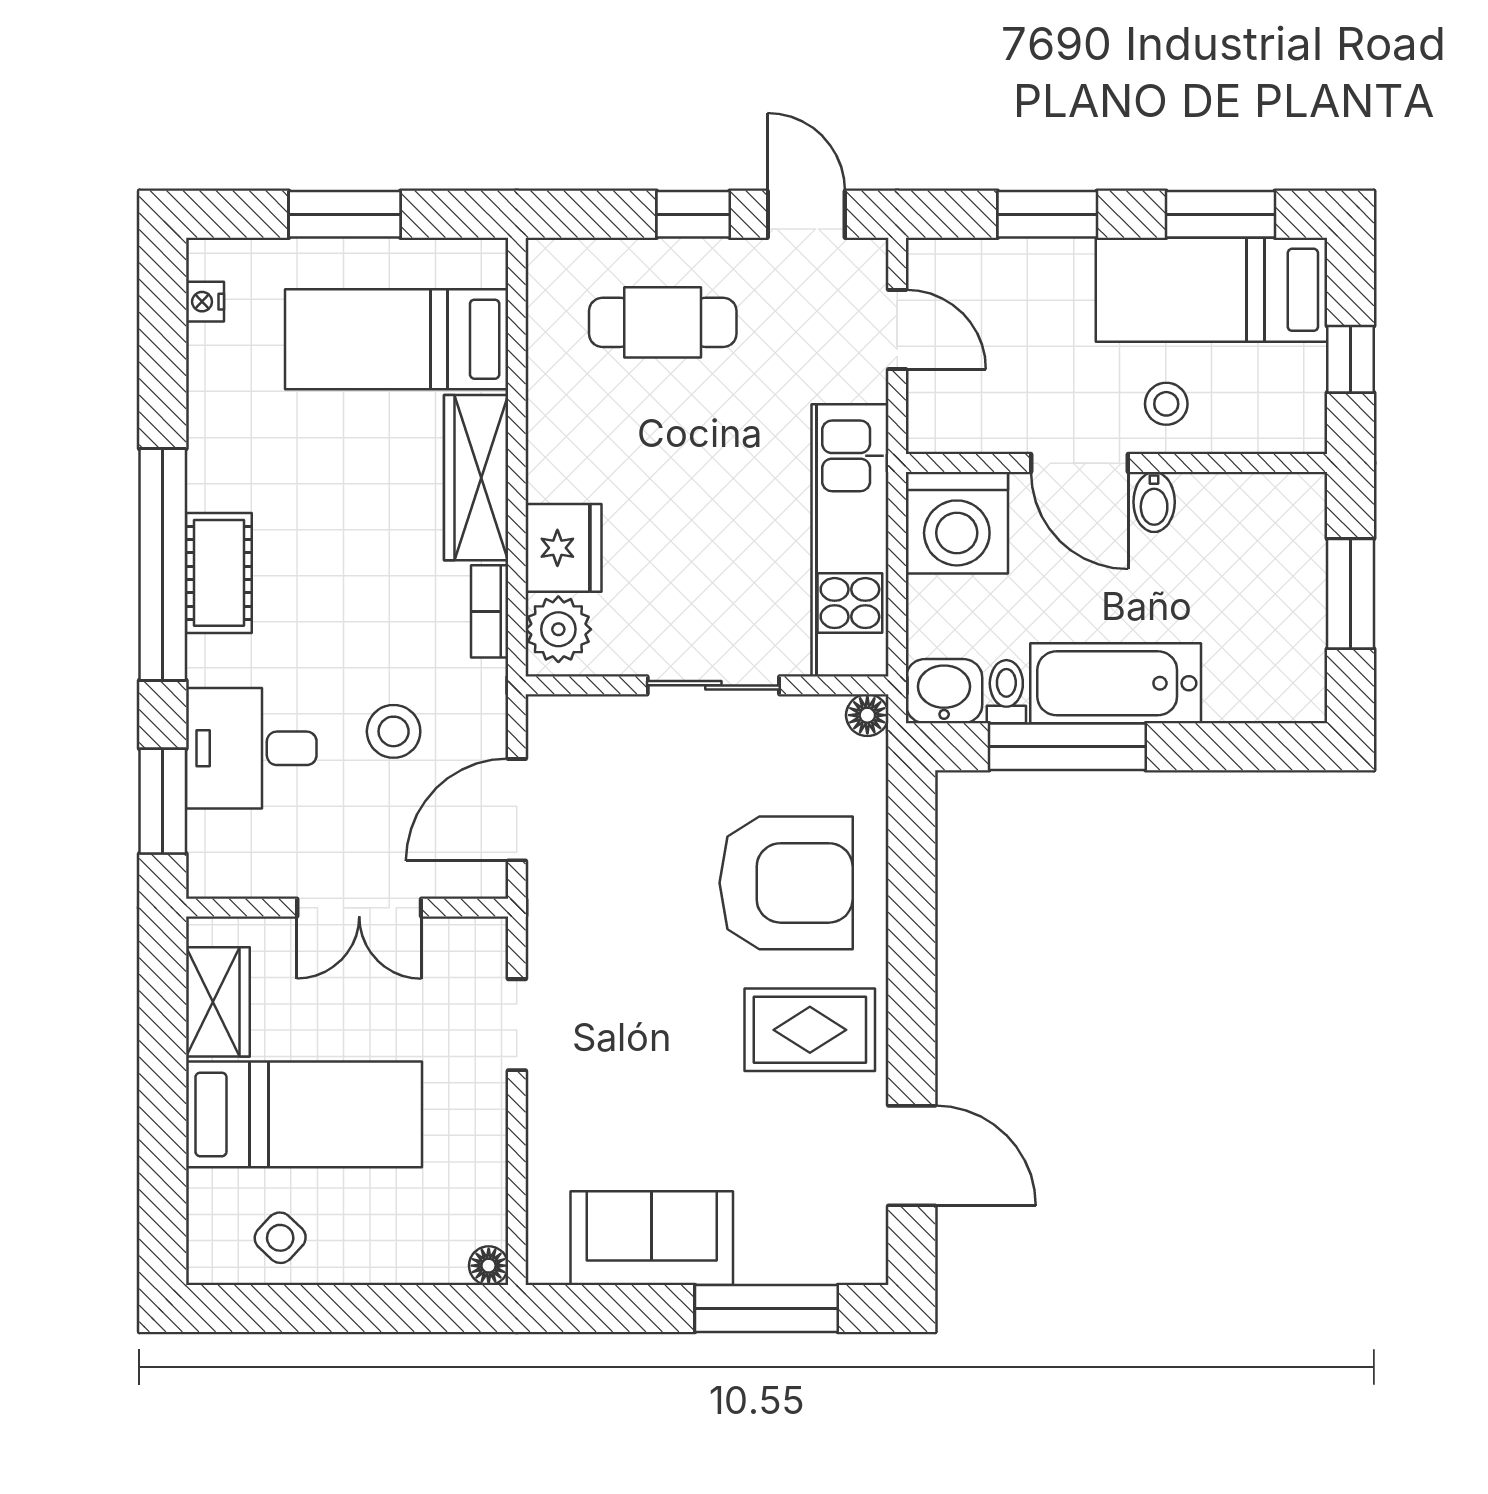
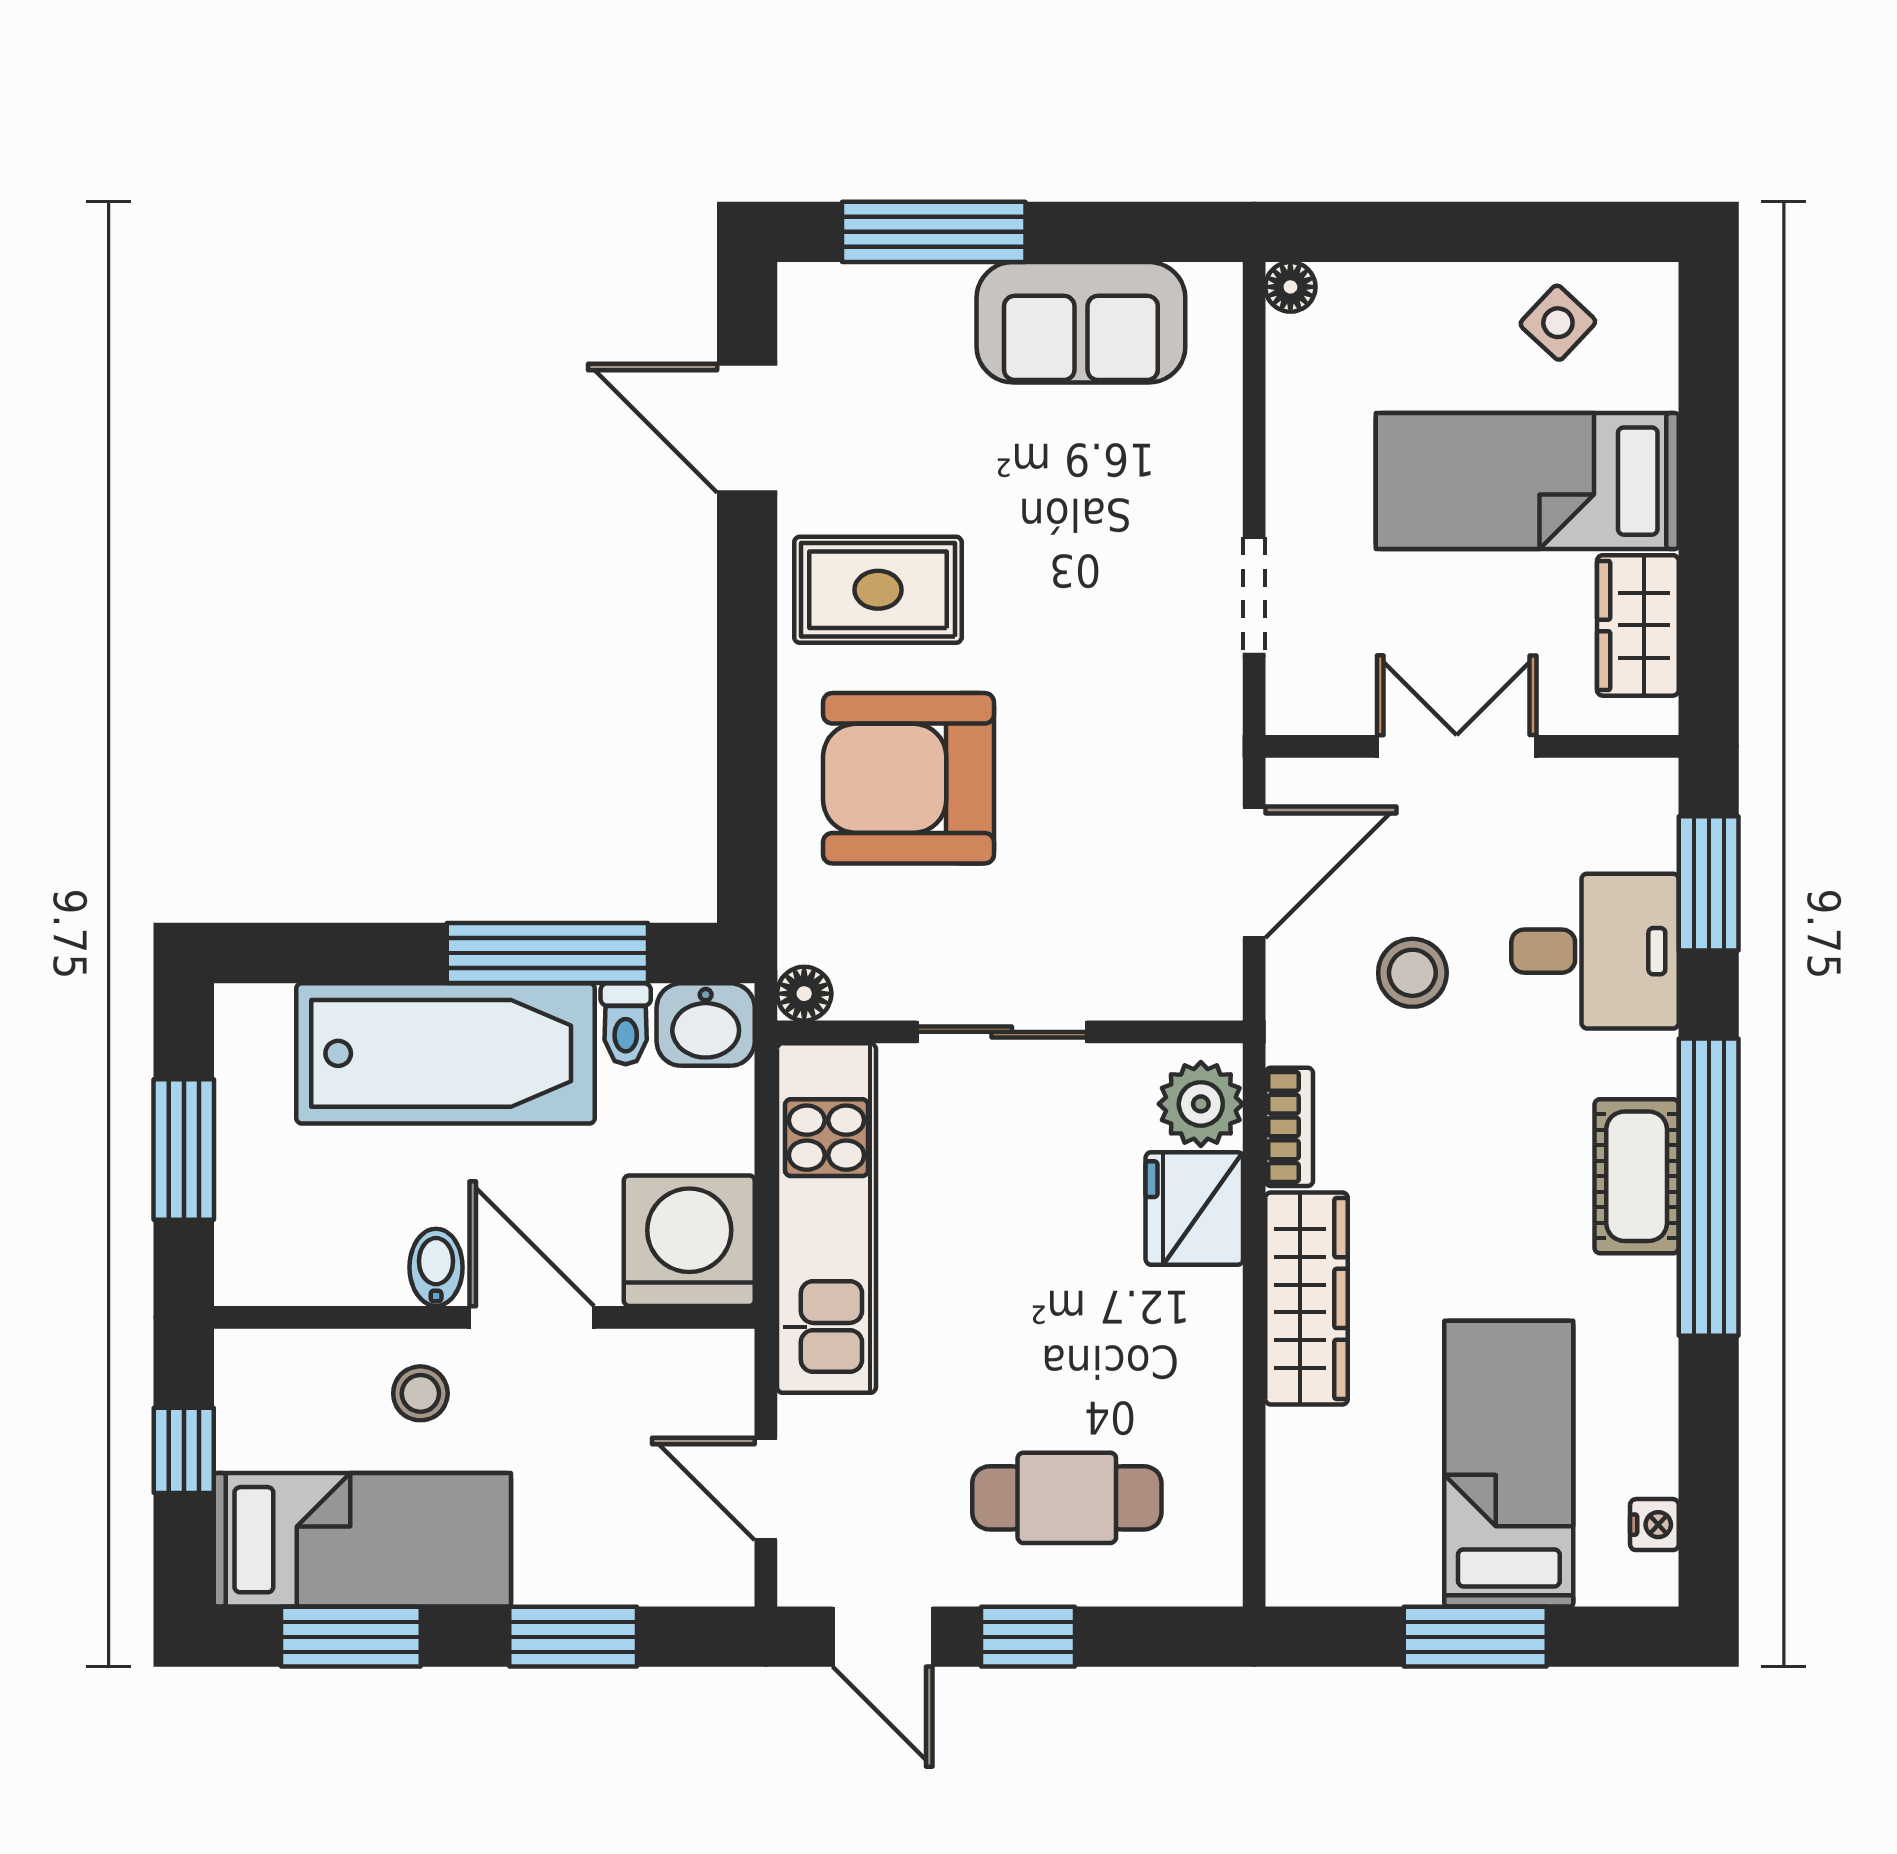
bed: (397, 339) -> (1509, 1464), moved, turned -90
bathtub: (1116, 683) -> (446, 1053), width x1.36, depth x1.36

